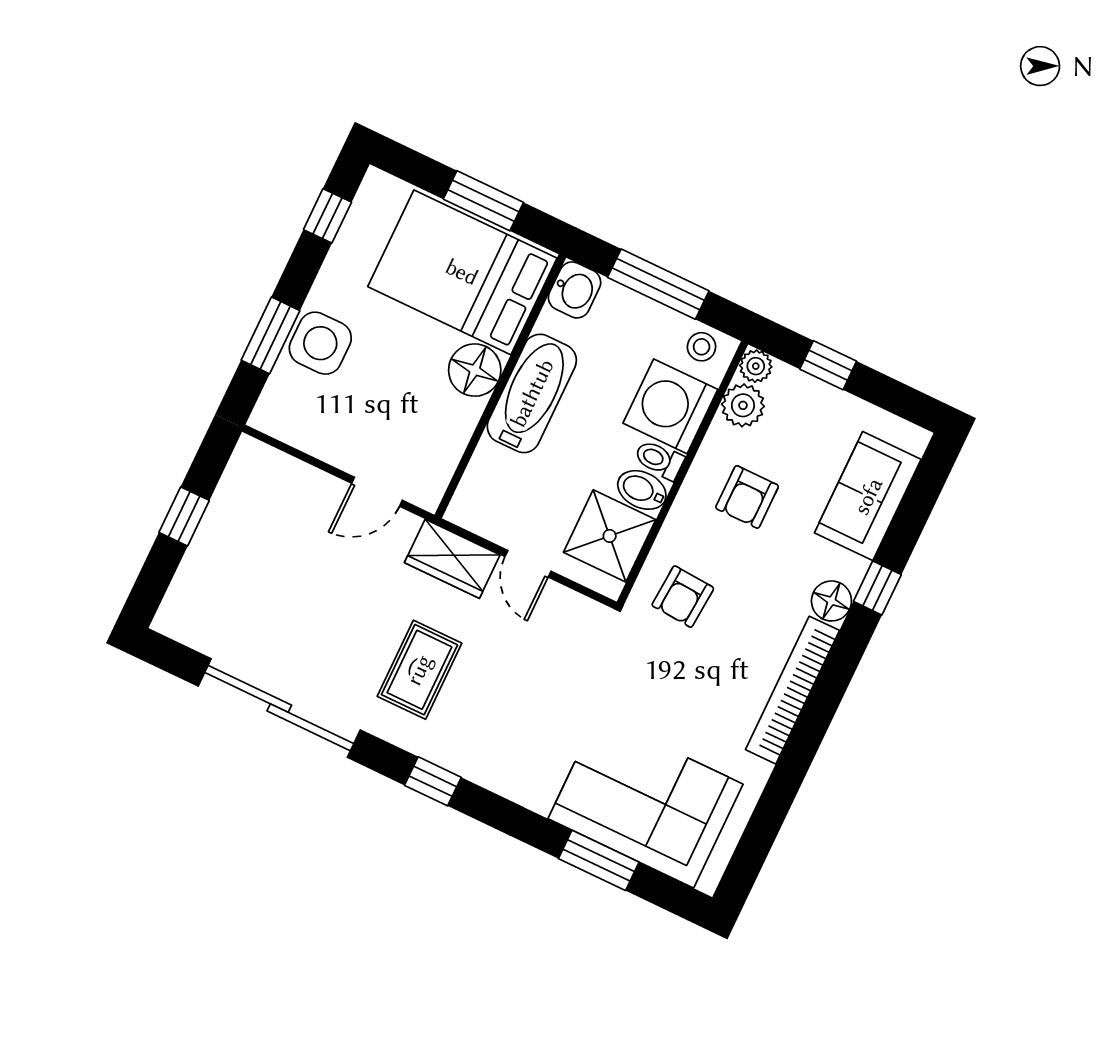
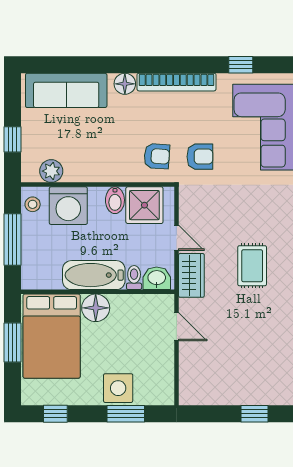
washbasin: (575, 290) -> (157, 278), moved
plant: (756, 366) -> (29, 174), removed
toilet: (659, 460) -> (134, 278), moved, turned 180
sofa: (868, 496) -> (66, 90), width x1.36
armchair: (747, 497) -> (200, 157), moved
window: (184, 516) -> (254, 414), moved
door: (528, 564) -> (176, 238), hinge flipped
window: (877, 588) -> (241, 65), moved
rug: (419, 670) -> (252, 266), turned 90

